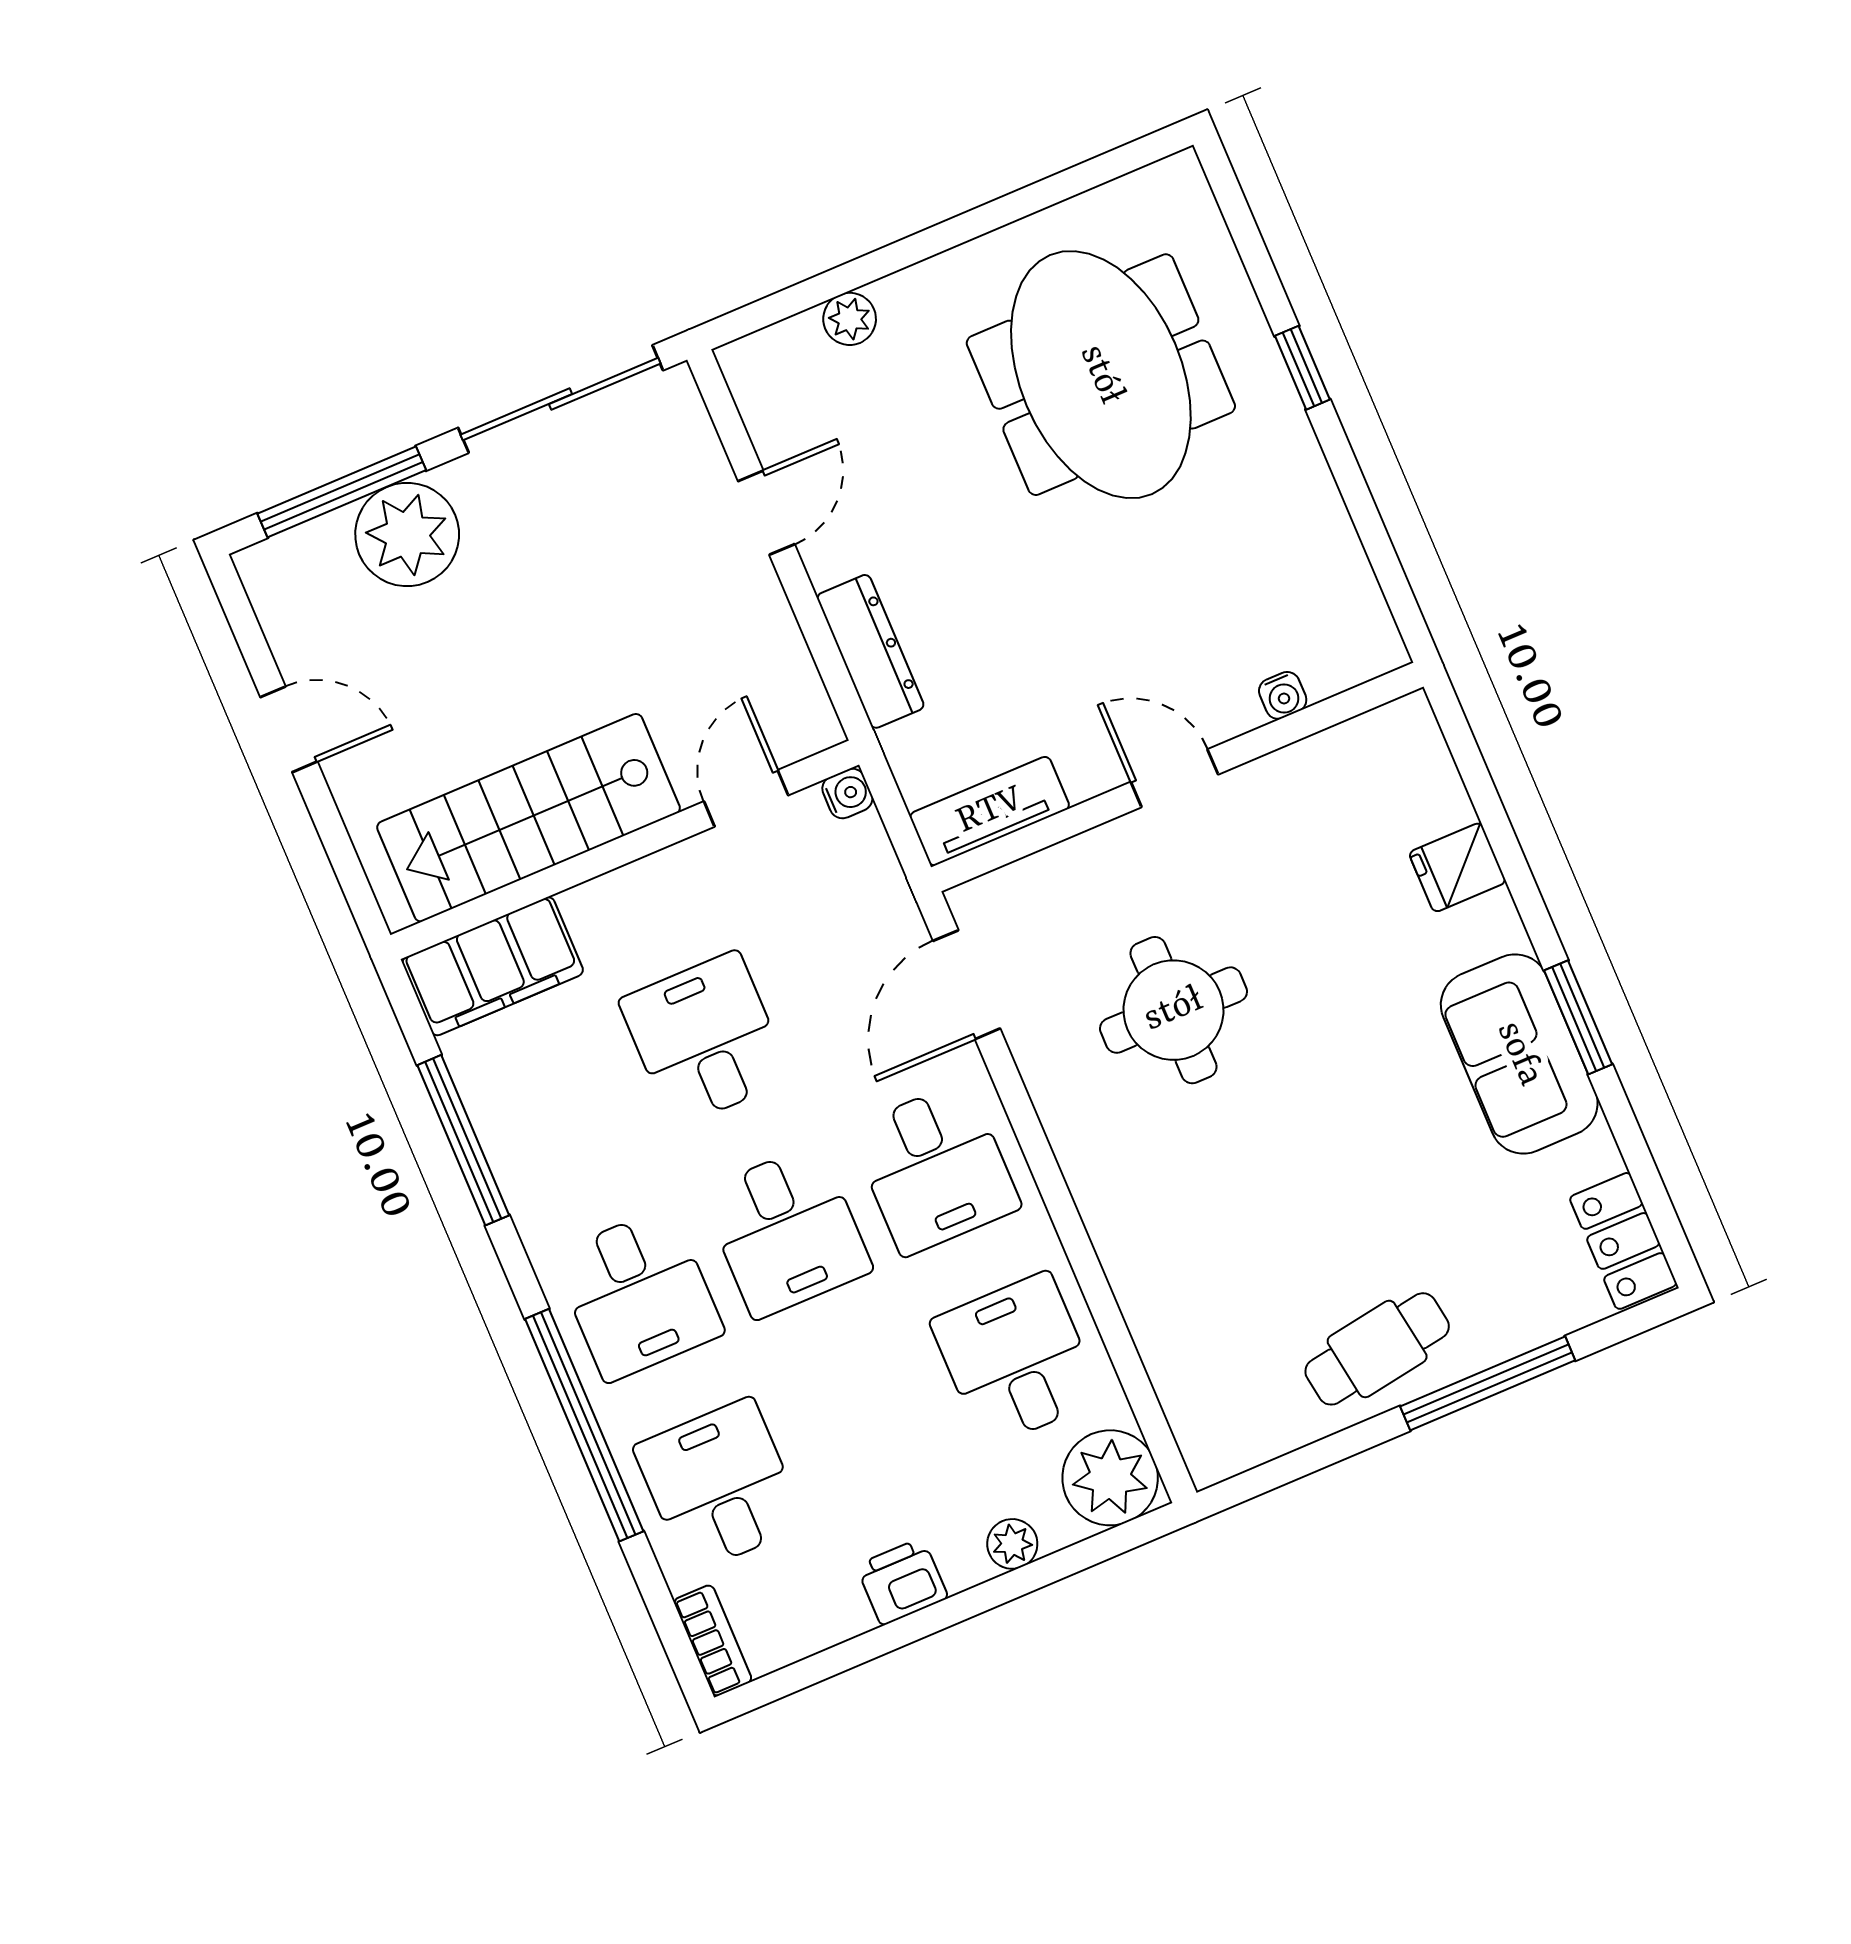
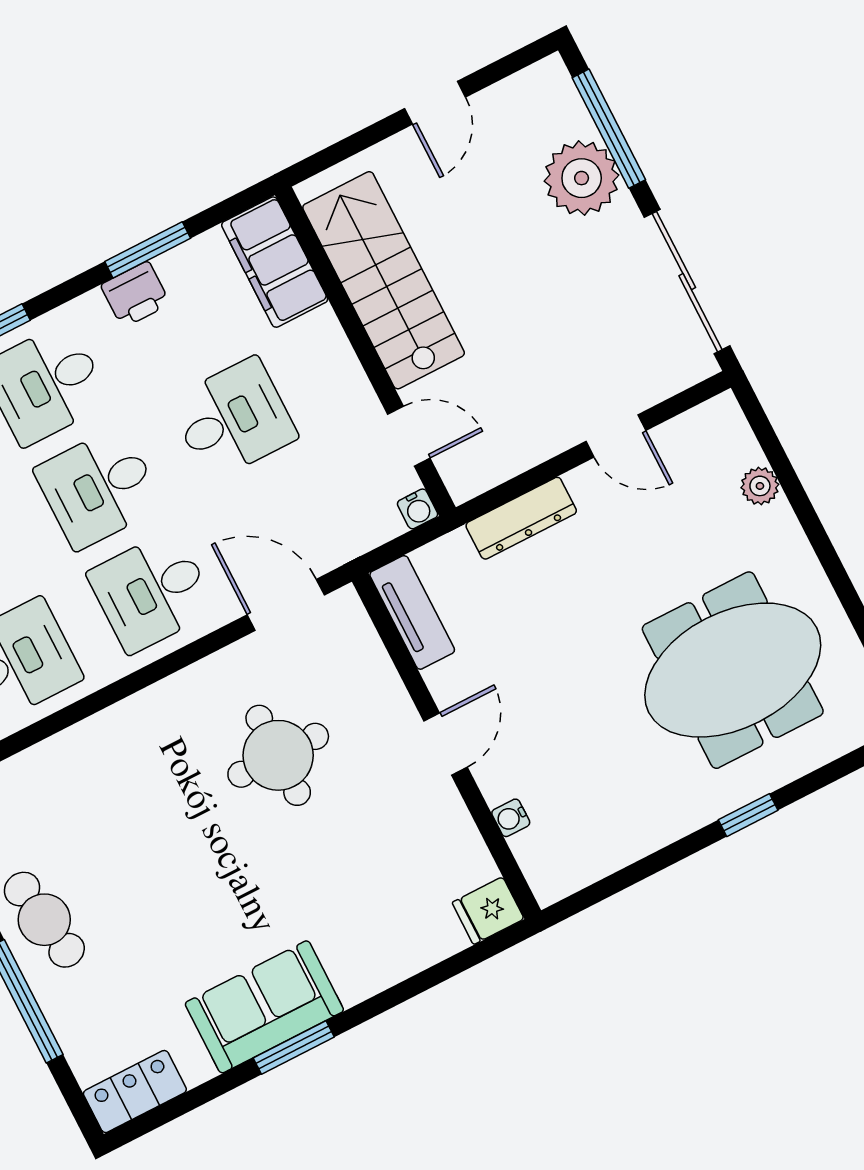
fridge: (1457, 867) -> (488, 911), moved, turned -90
window: (463, 1140) -> (148, 250), width x0.69
printer: (524, 1162) -> (135, 294), added

